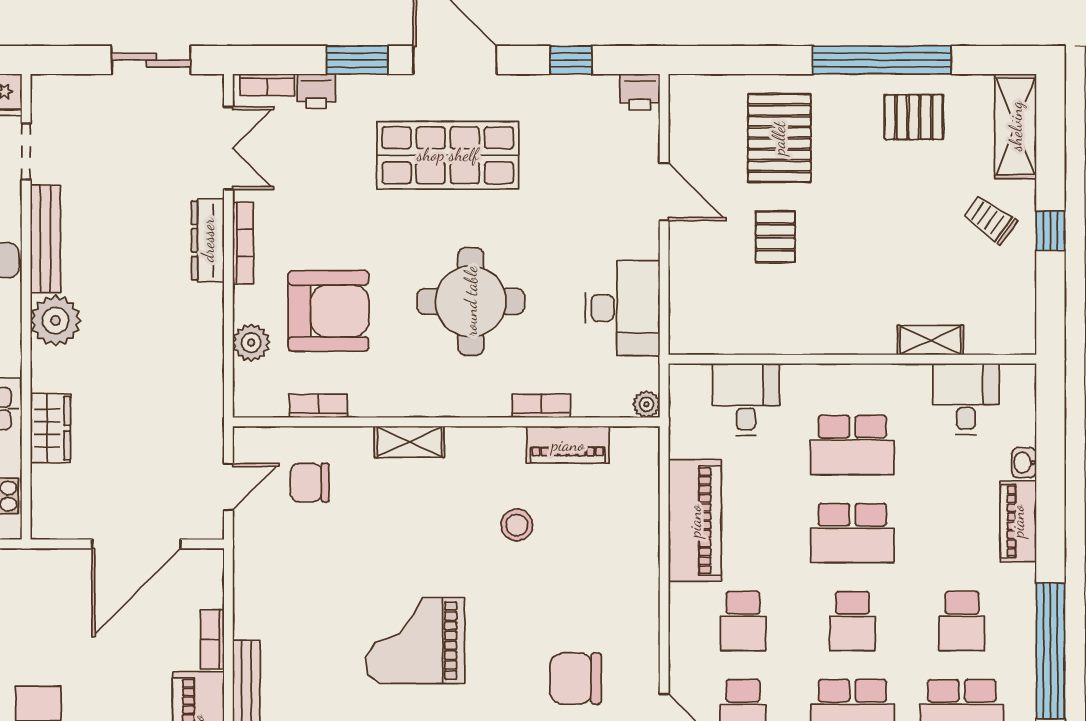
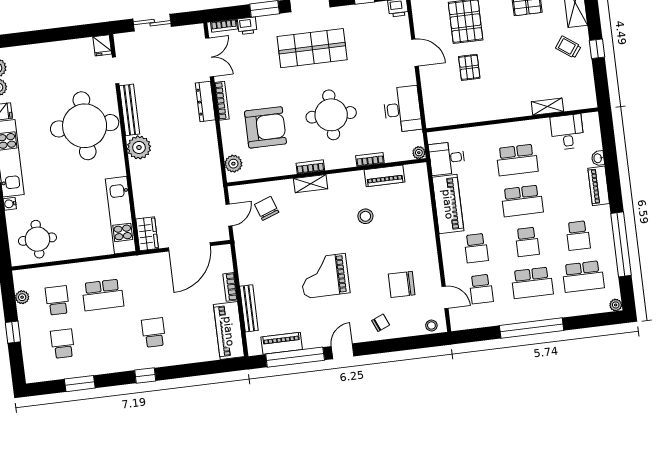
sliding door: (151, 60) -> (152, 23), moved
plant: (251, 343) -> (233, 164), moved
desk: (746, 399) -> (447, 158), moved, turned -90
bookcase: (318, 406) -> (310, 167), moved
wardrobe: (50, 428) -> (147, 234), moved
chair: (310, 483) -> (267, 208), turned 70

